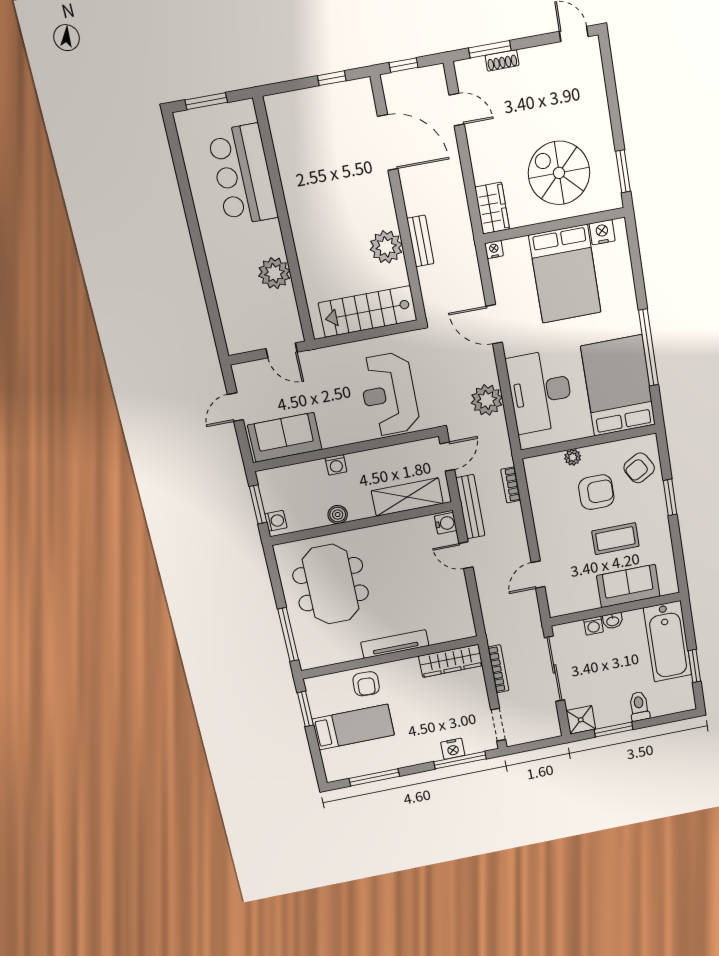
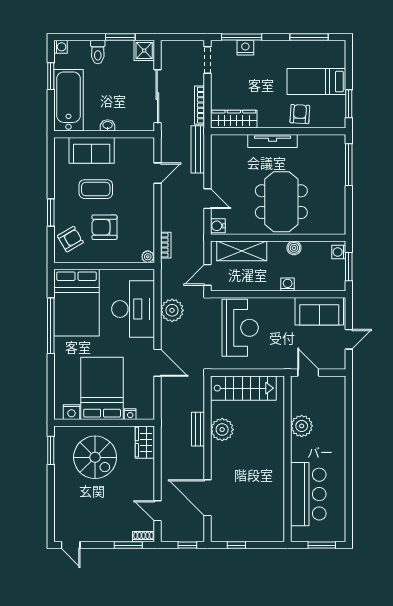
shoe rack: (502, 60) -> (143, 537), moved
nightstand: (494, 249) -> (130, 414), moved
plant: (573, 457) -> (148, 257), moved
bench: (470, 507) -> (198, 149), moved
meeting table: (331, 584) -> (281, 202), moved
washing machine: (593, 626) -> (61, 47), moved, turned 90

